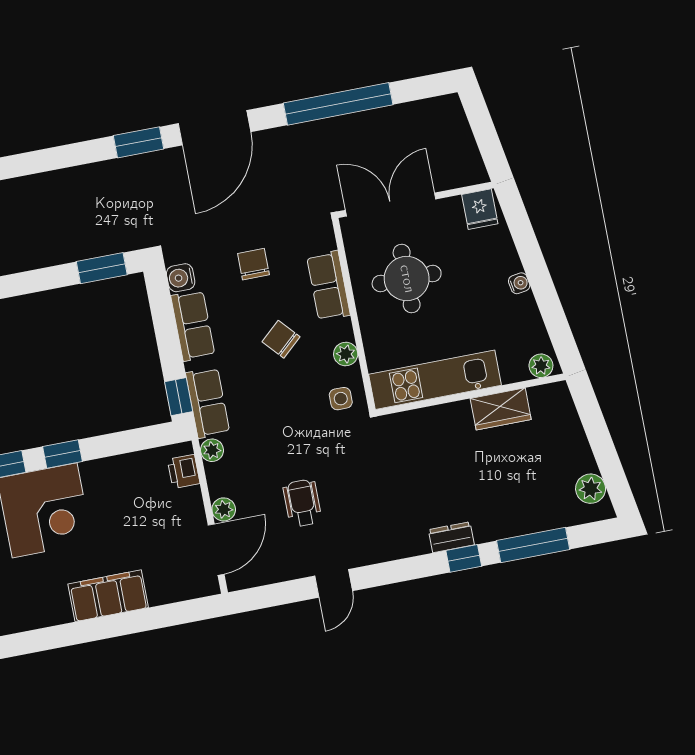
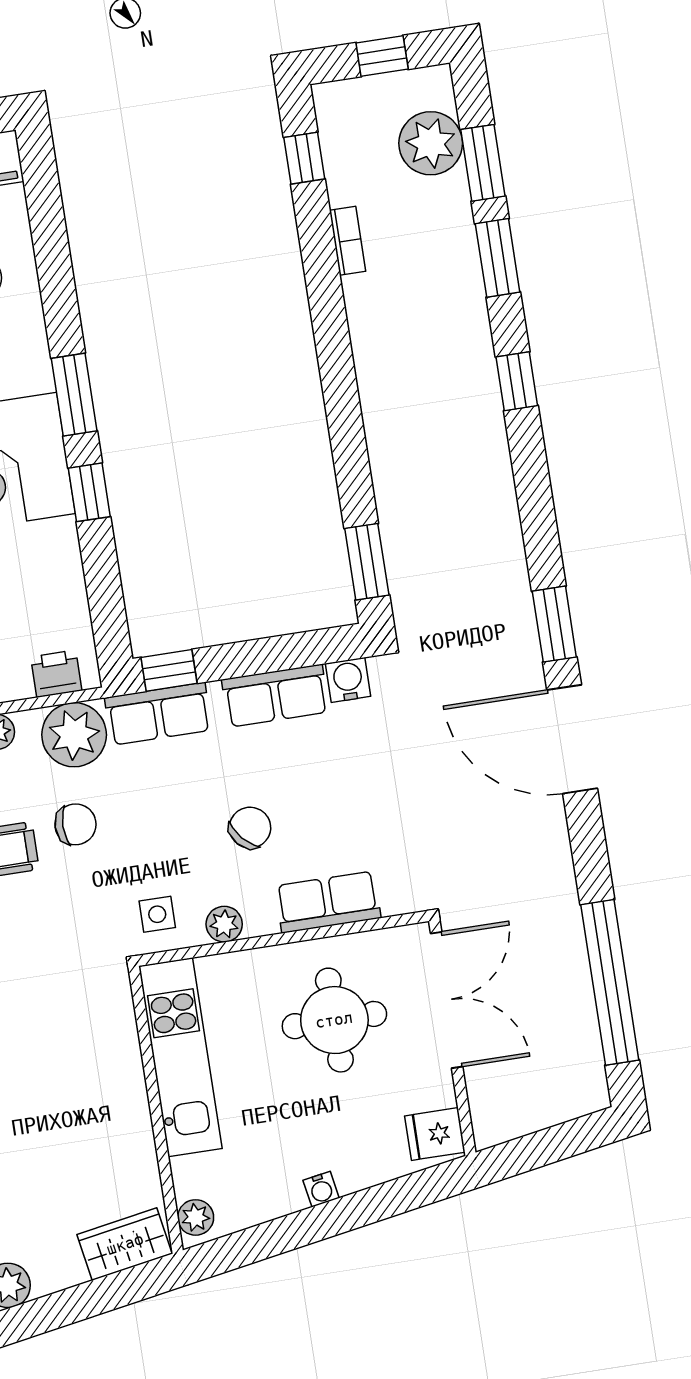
window: (338, 104) -> (610, 982), moved
chair: (253, 264) -> (75, 824), moved
wardrobe: (501, 409) -> (125, 1244), moved, turned 80
plant: (212, 450) -> (74, 735), width x1.87, depth x1.87

